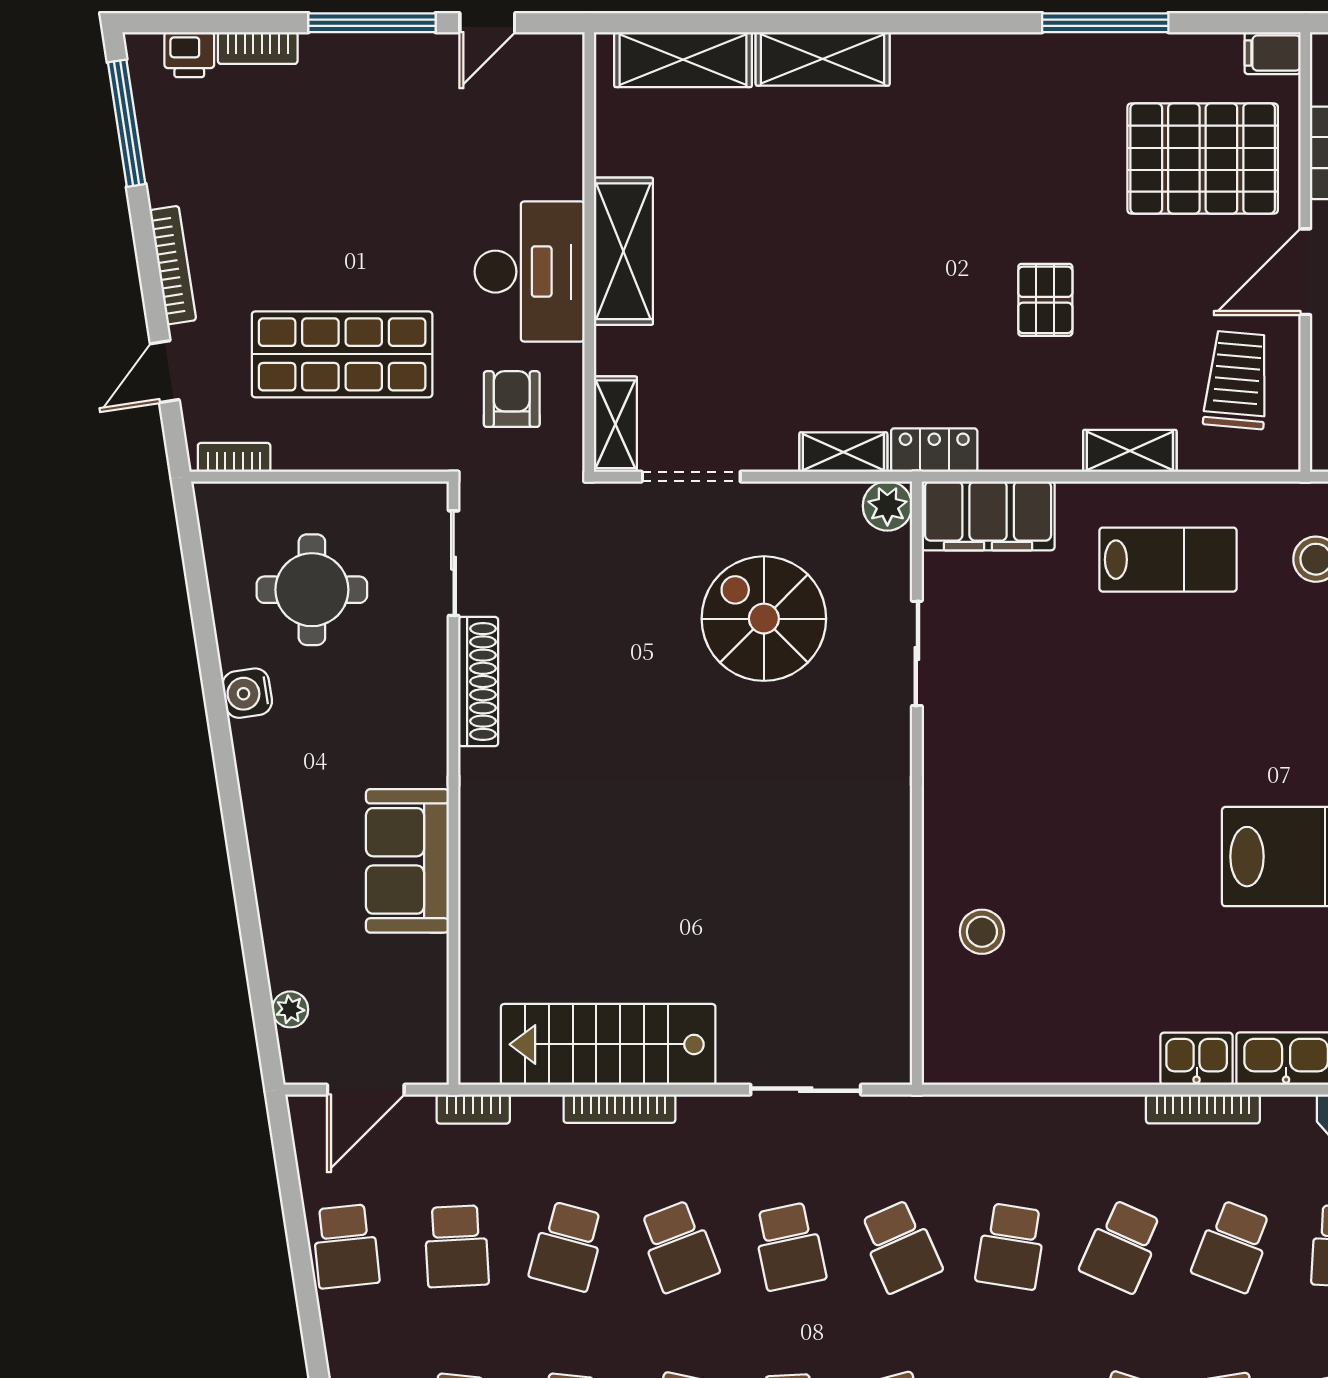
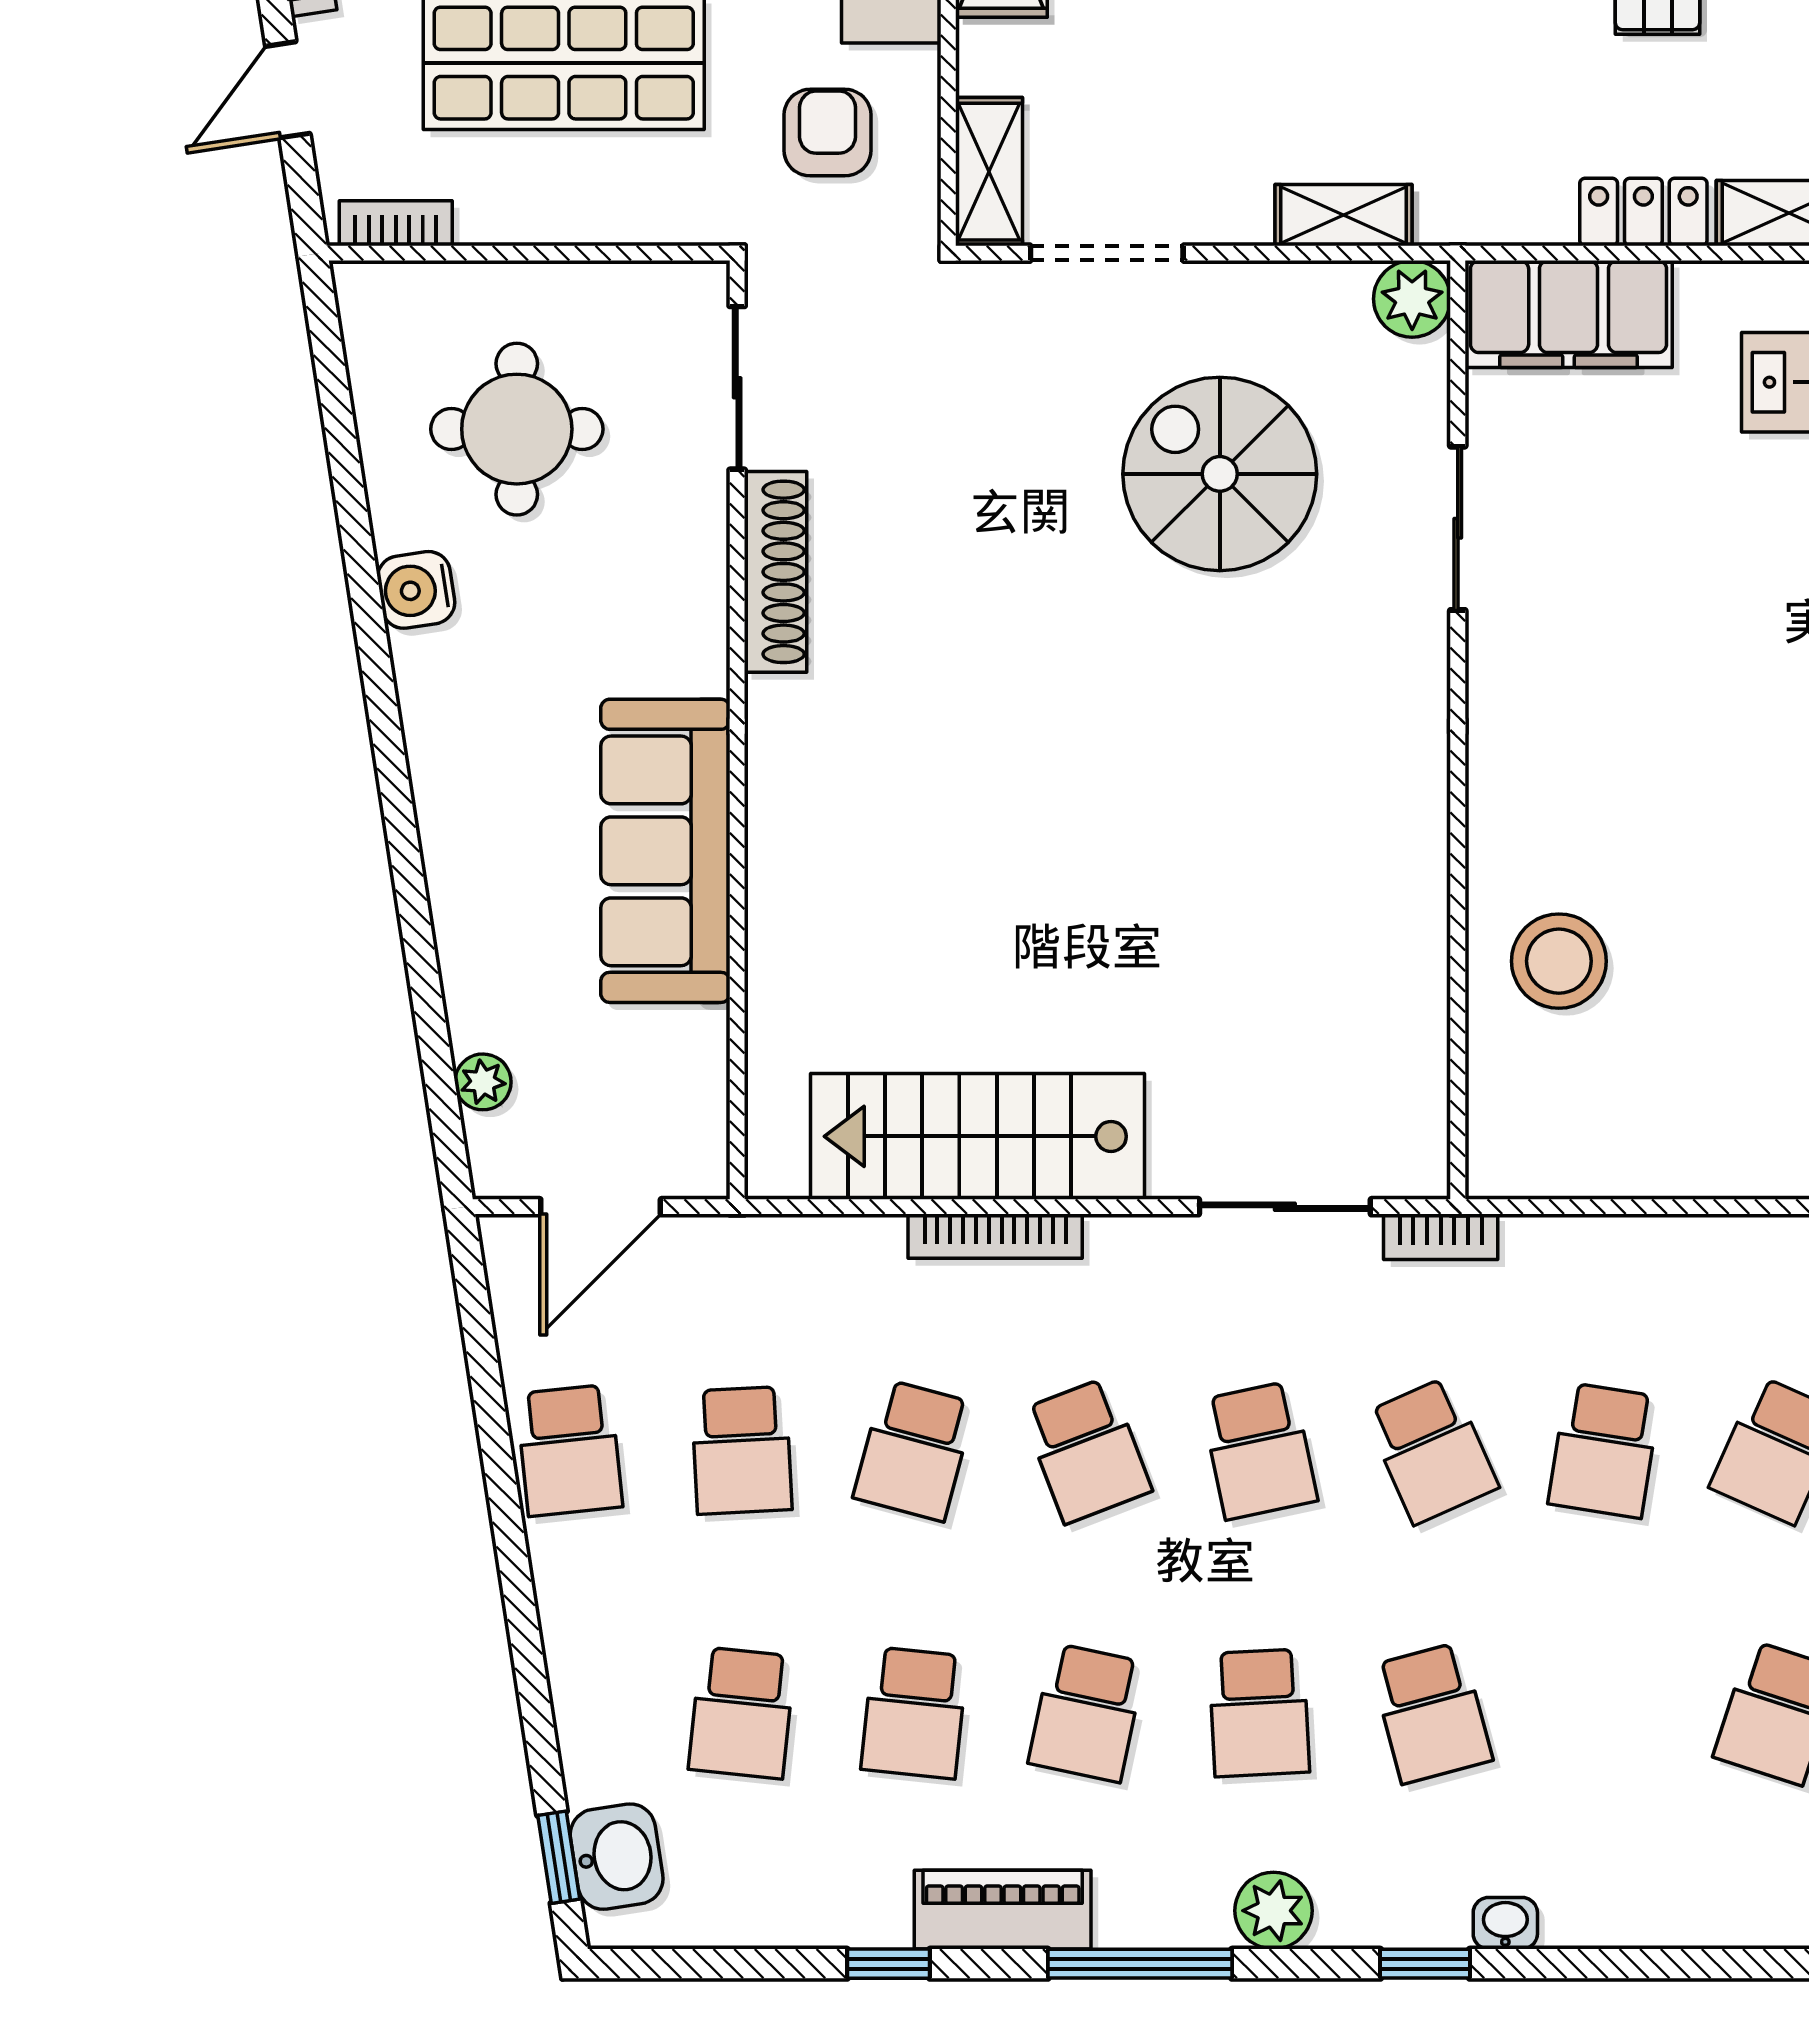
locker: (934, 450) -> (1643, 212), moved
sofa: (407, 861) -> (665, 851), width x1.36
stool: (982, 932) -> (1559, 961), width x1.38, depth x1.38
bookcase: (473, 1109) -> (1441, 1237), moved

